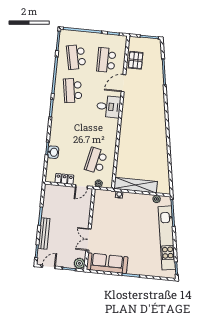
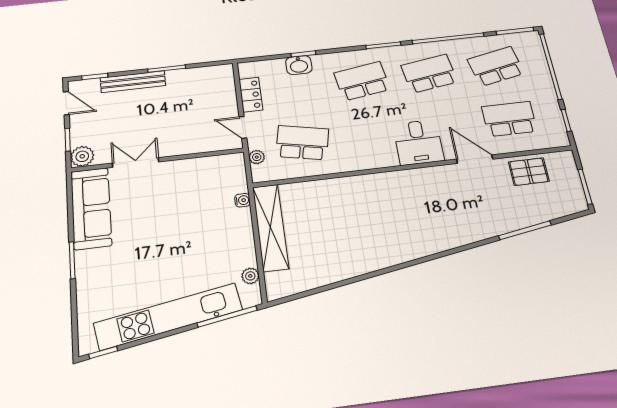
school desk: (69, 124) -> (362, 81), added

